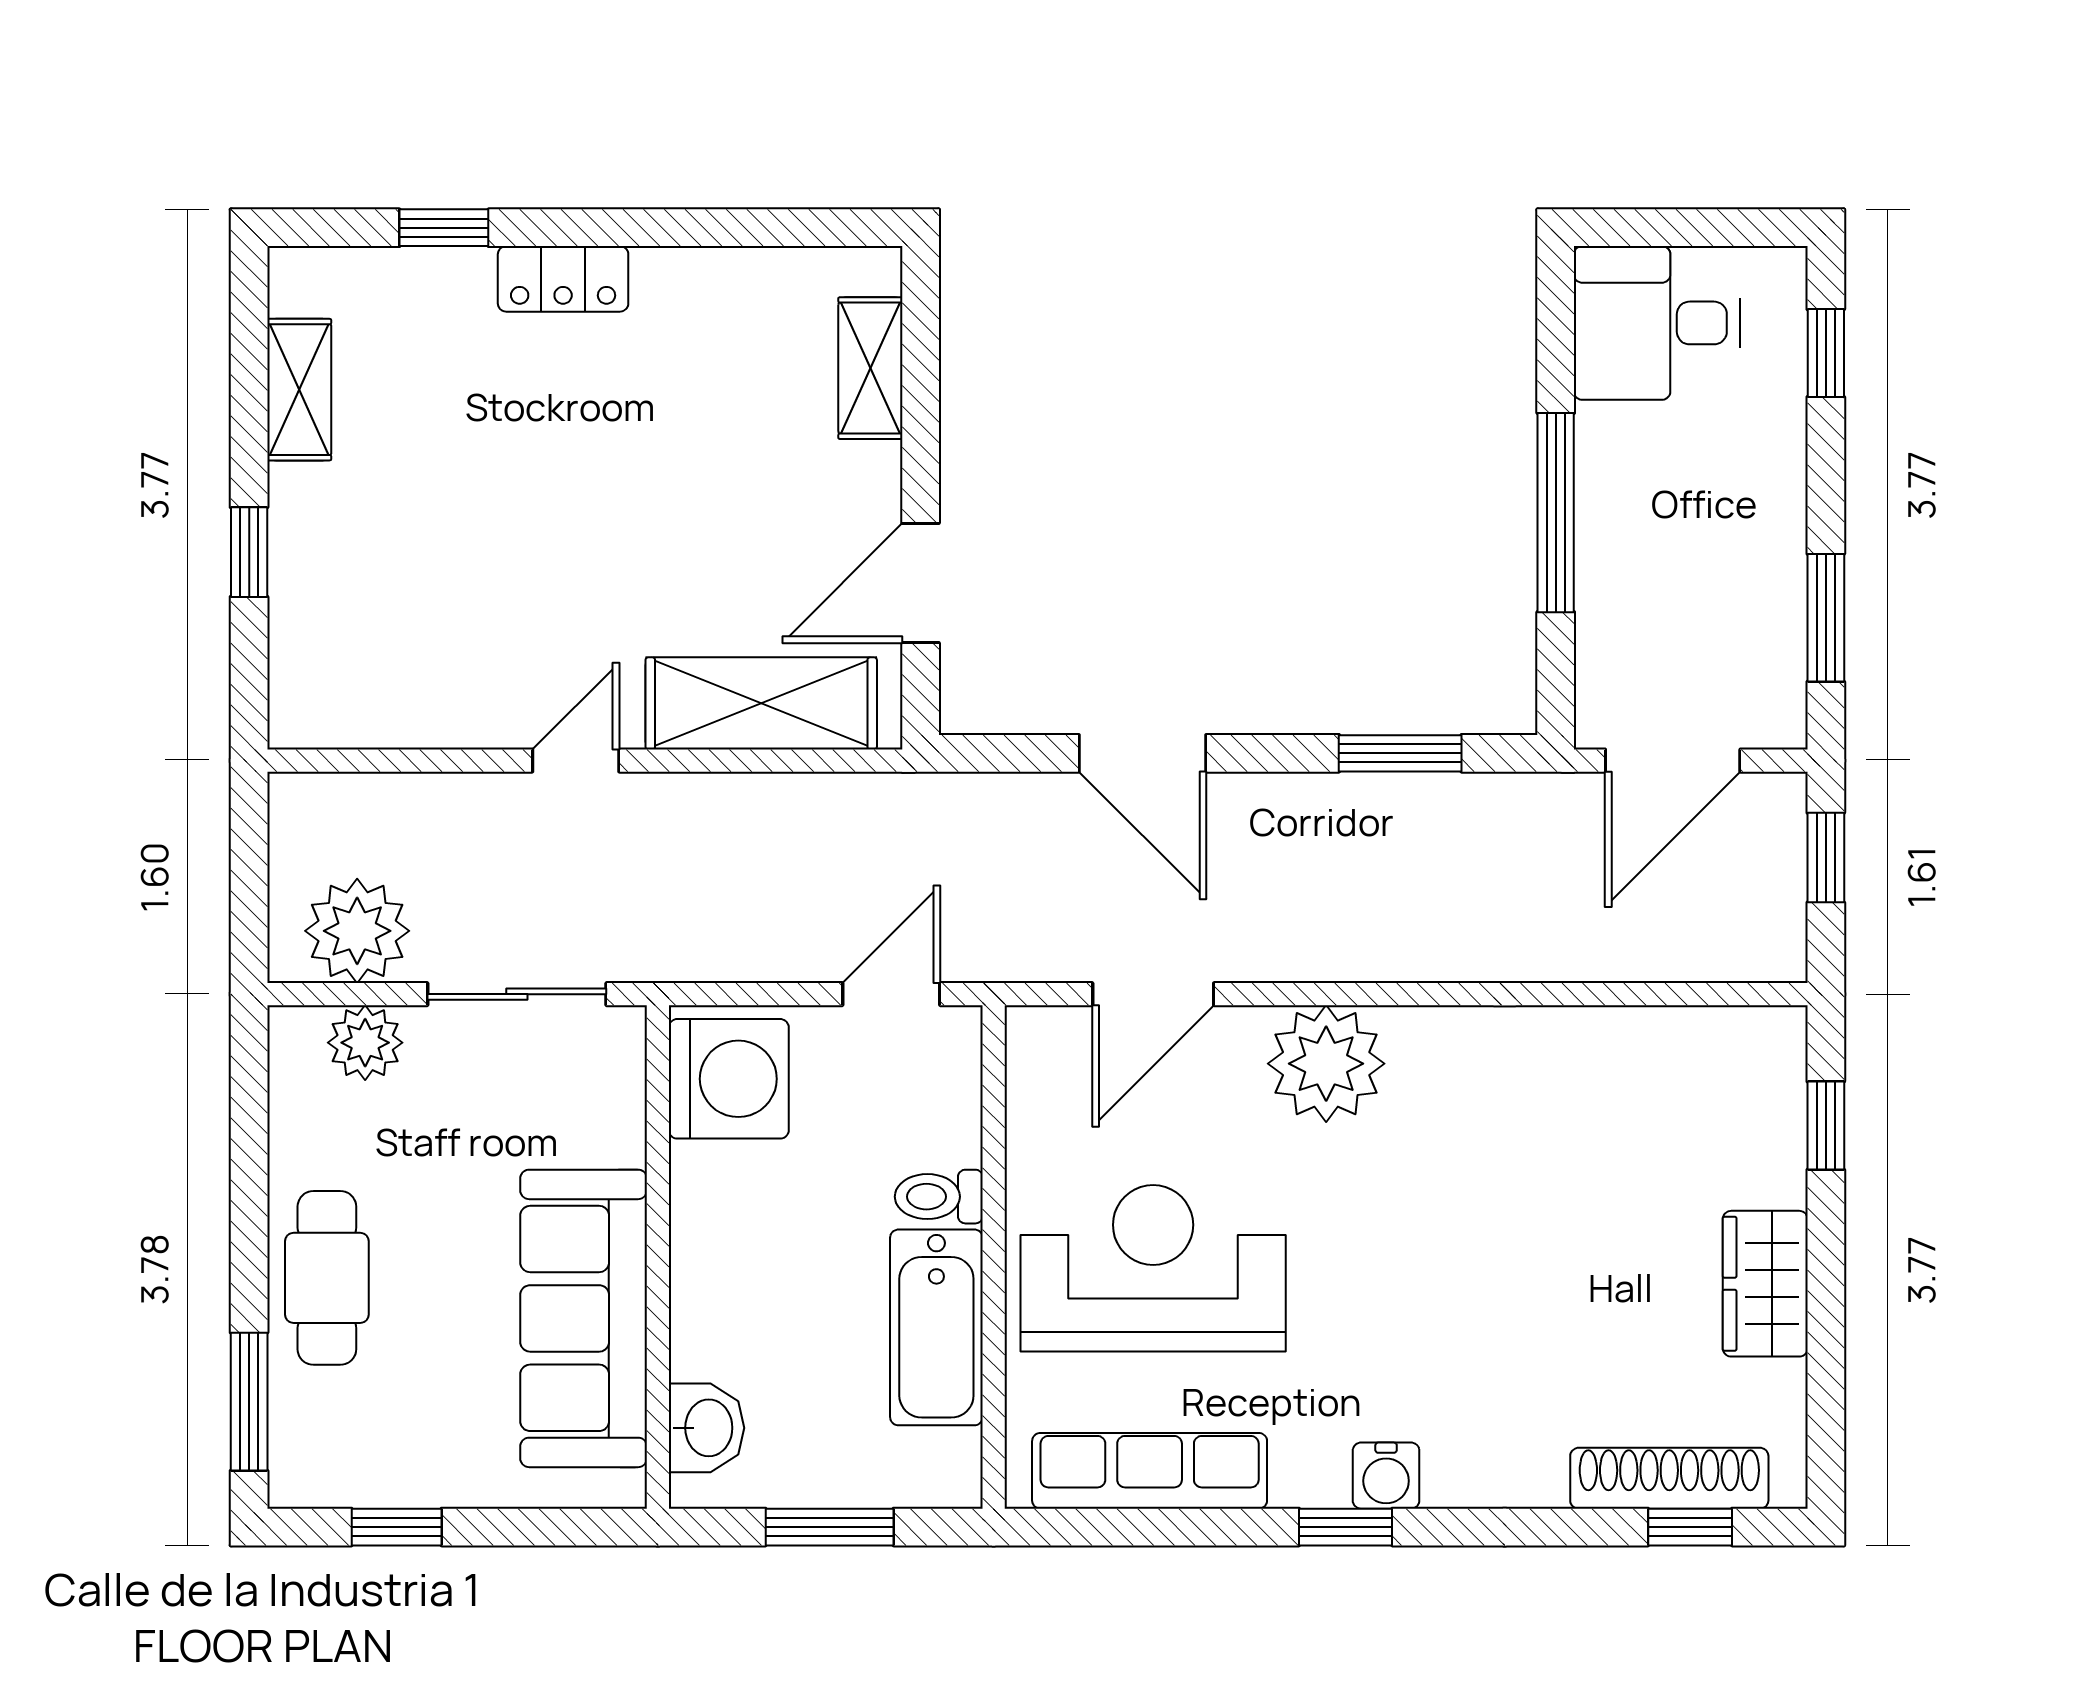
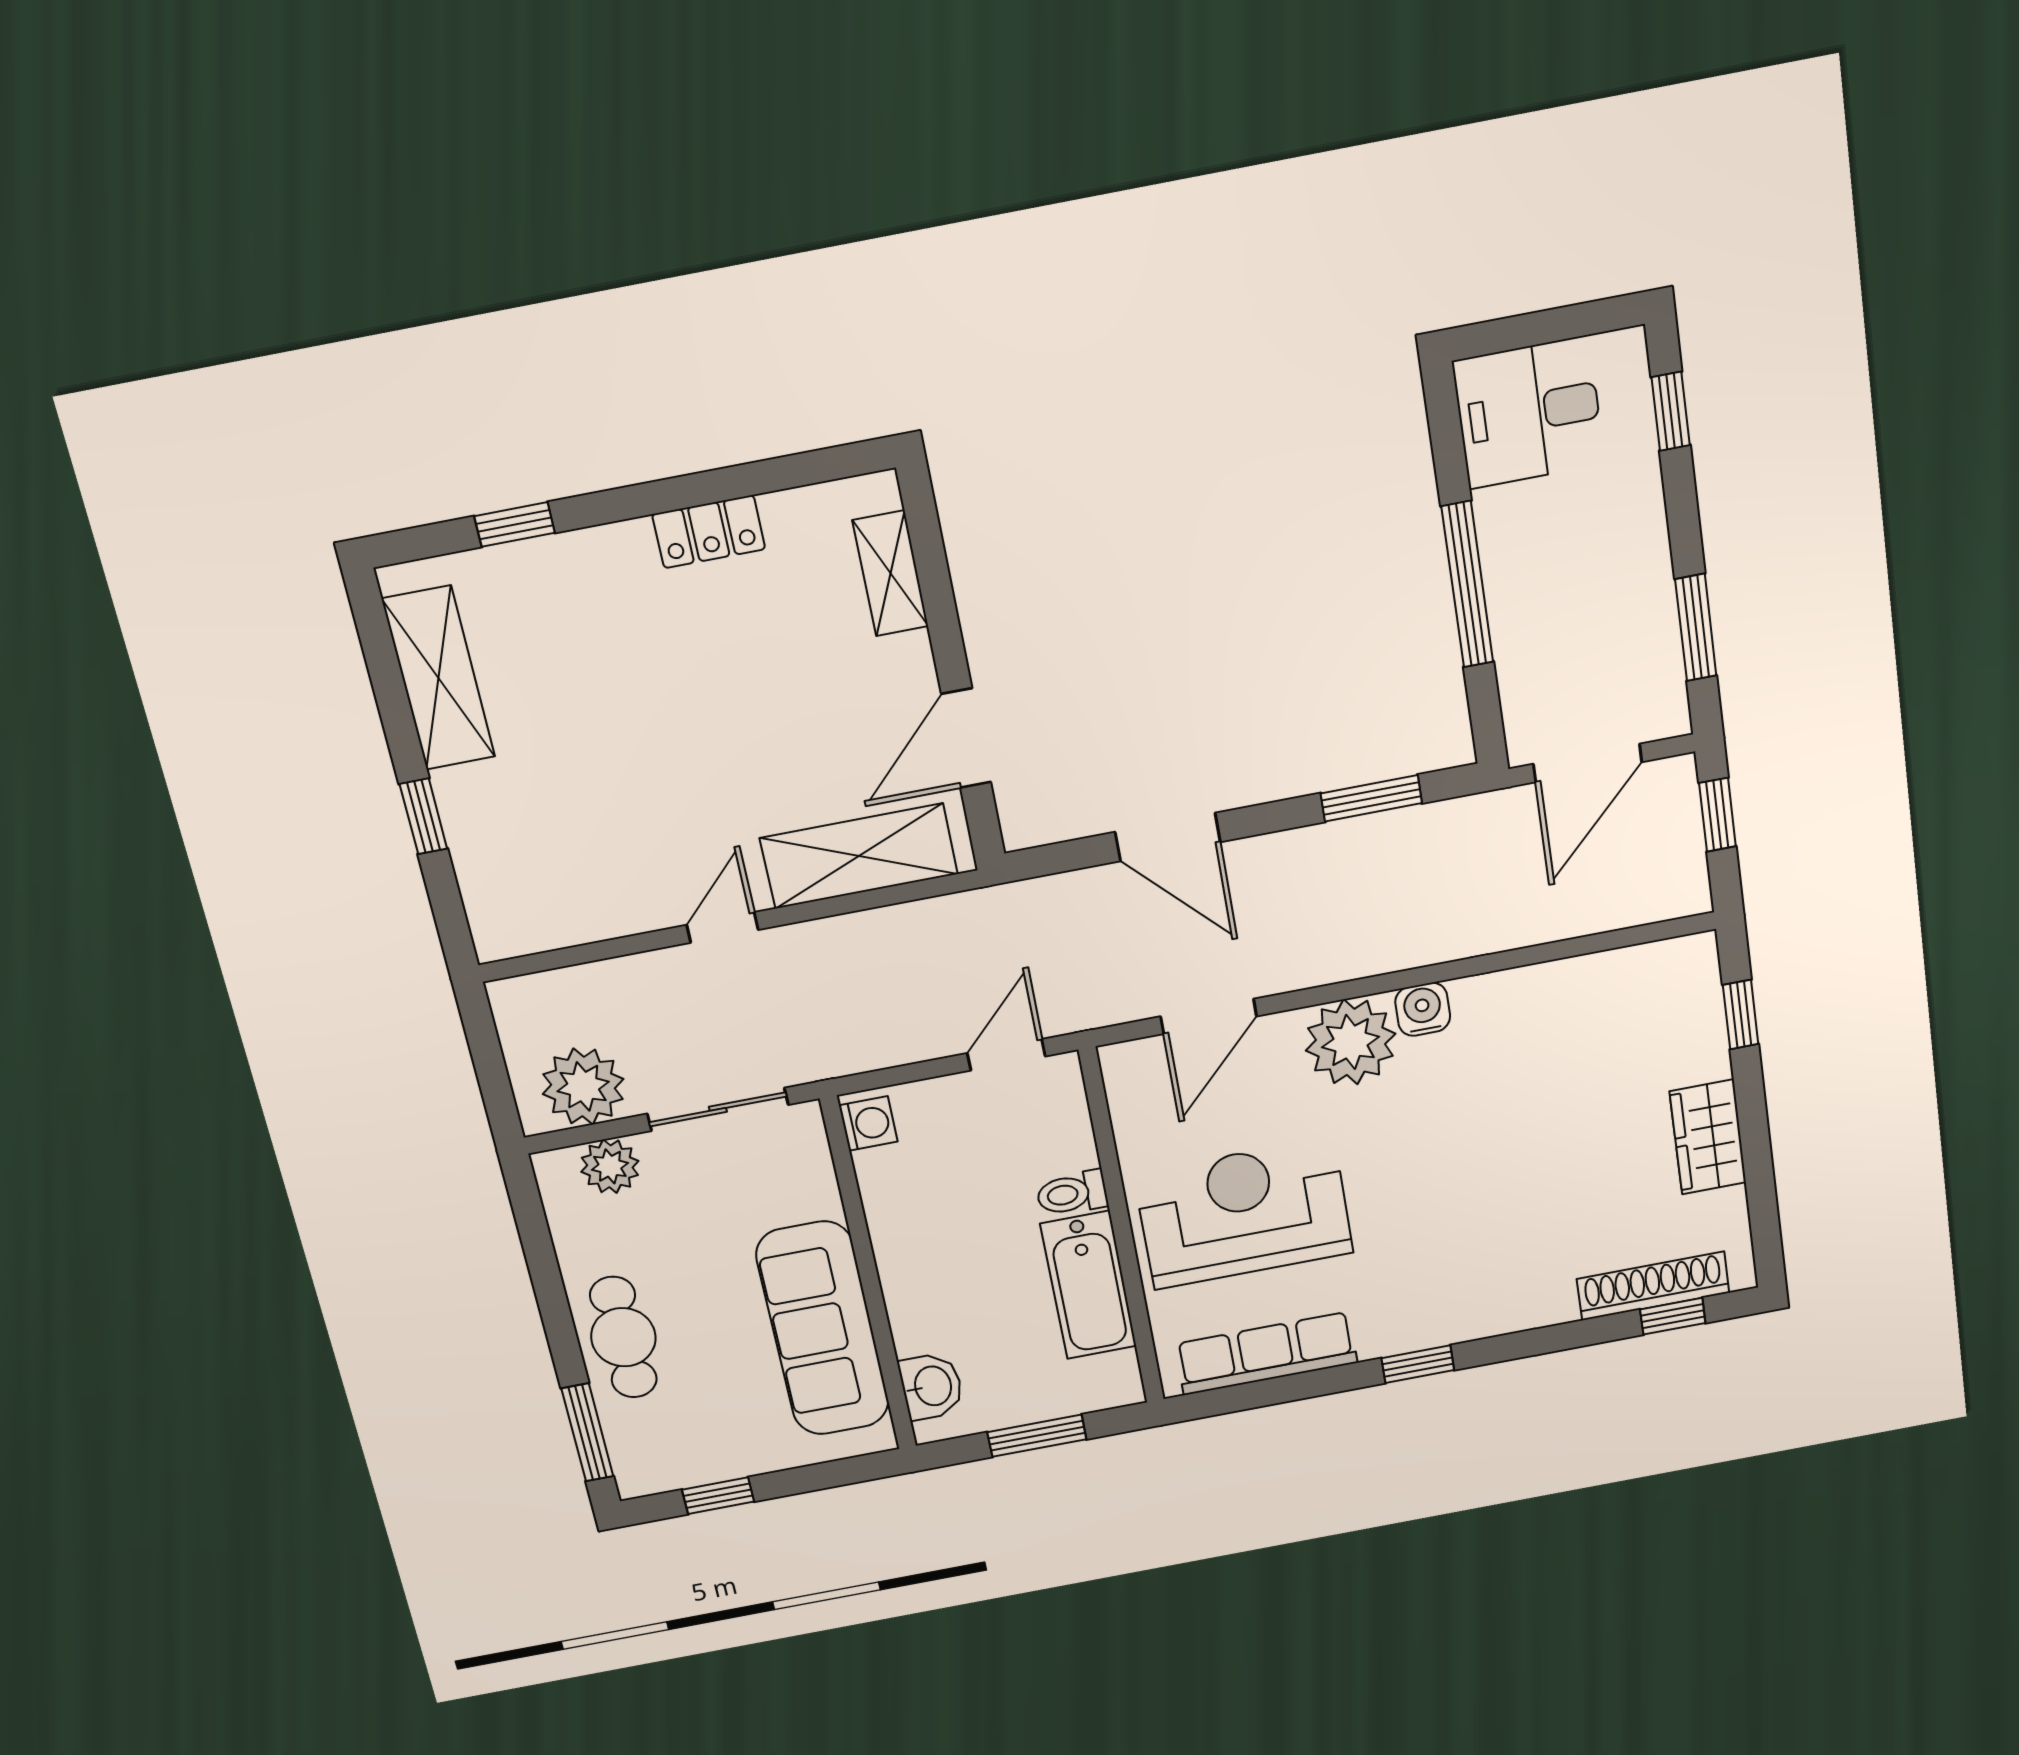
locker: (563, 279) -> (709, 532), moved
shelving: (299, 390) -> (439, 678), width x1.50, depth x1.33
washing machine: (729, 1079) -> (868, 1123), width x0.53, depth x0.53
water cooler: (1386, 1476) -> (1423, 1009), moved, turned 180

